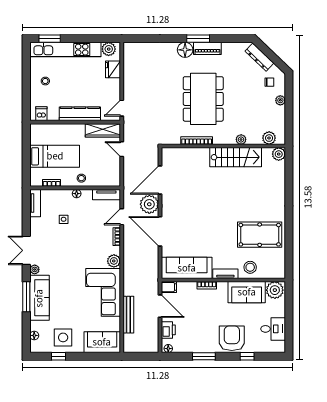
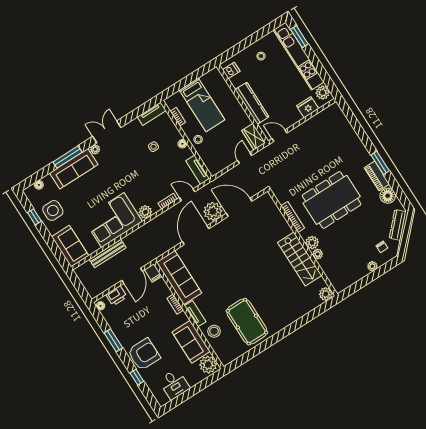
floor lamp: (185, 50) -> (388, 196), moved
wardrobe: (103, 130) -> (254, 137), width x0.67
plant: (269, 138) -> (312, 243), moved

